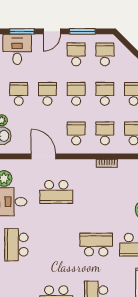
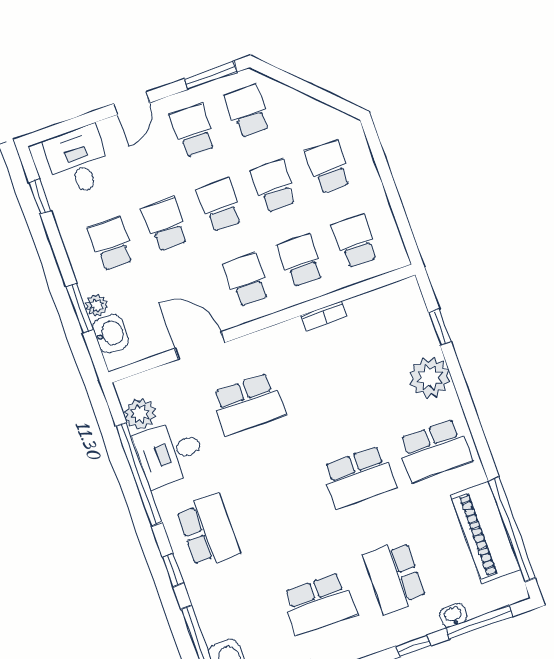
window: (22, 31) -> (75, 124), removed
window: (82, 31) -> (211, 75), moved
school desk: (16, 245) -> (208, 531), turned 180
school desk: (96, 245) -> (359, 477), turned 180

